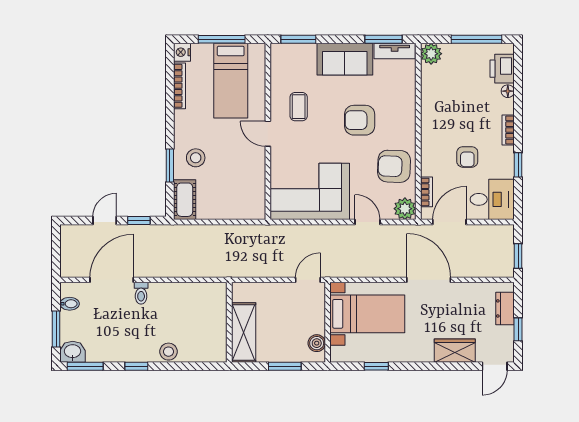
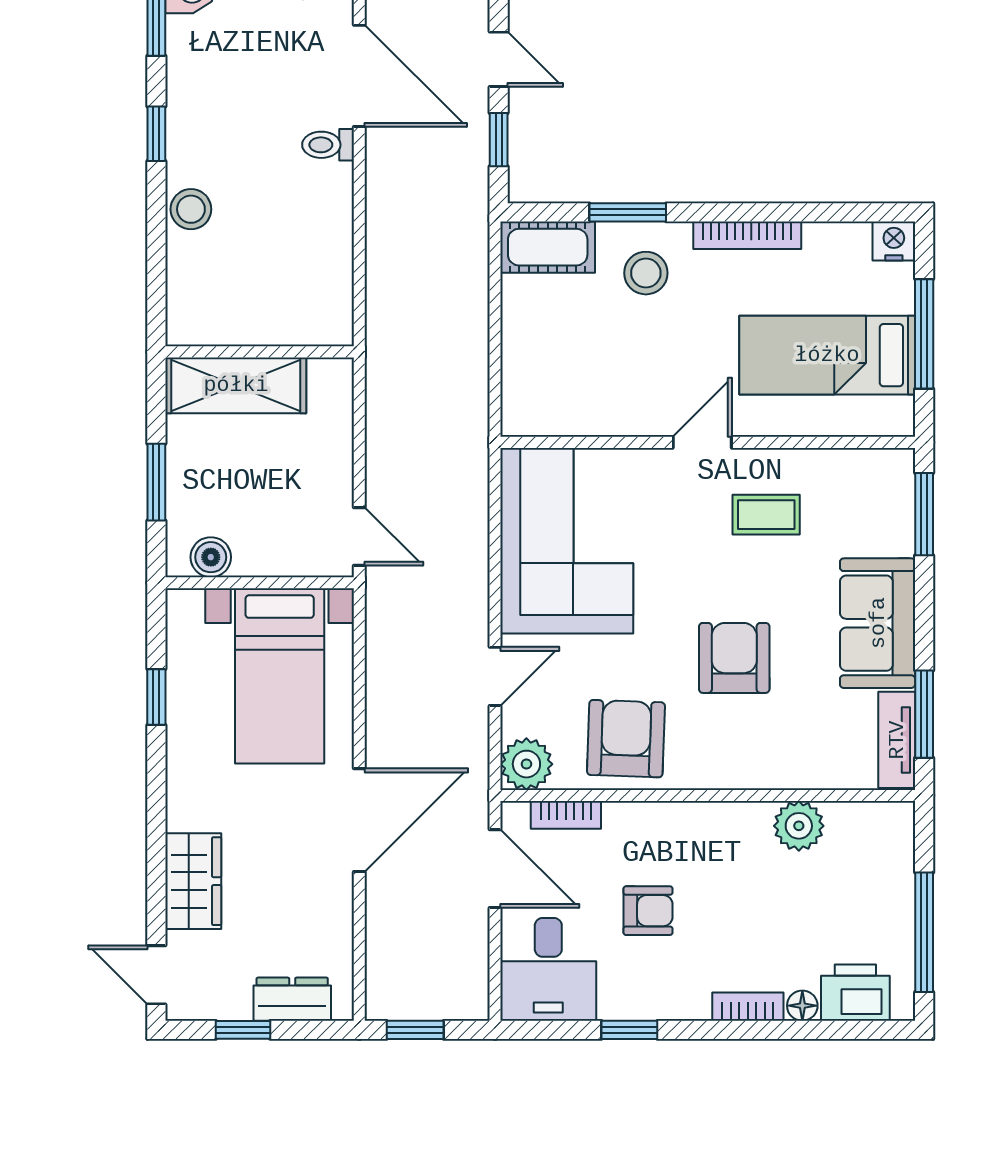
plant: (431, 54) -> (799, 826), moved
bookcase: (180, 86) -> (747, 235), moved
bookcase: (508, 130) -> (748, 1007), moved
armchair: (467, 157) -> (648, 911), turned 180

